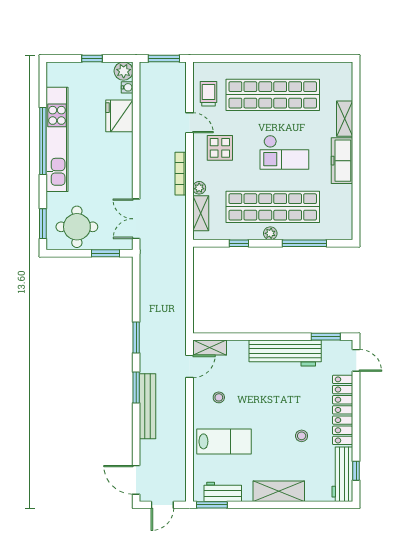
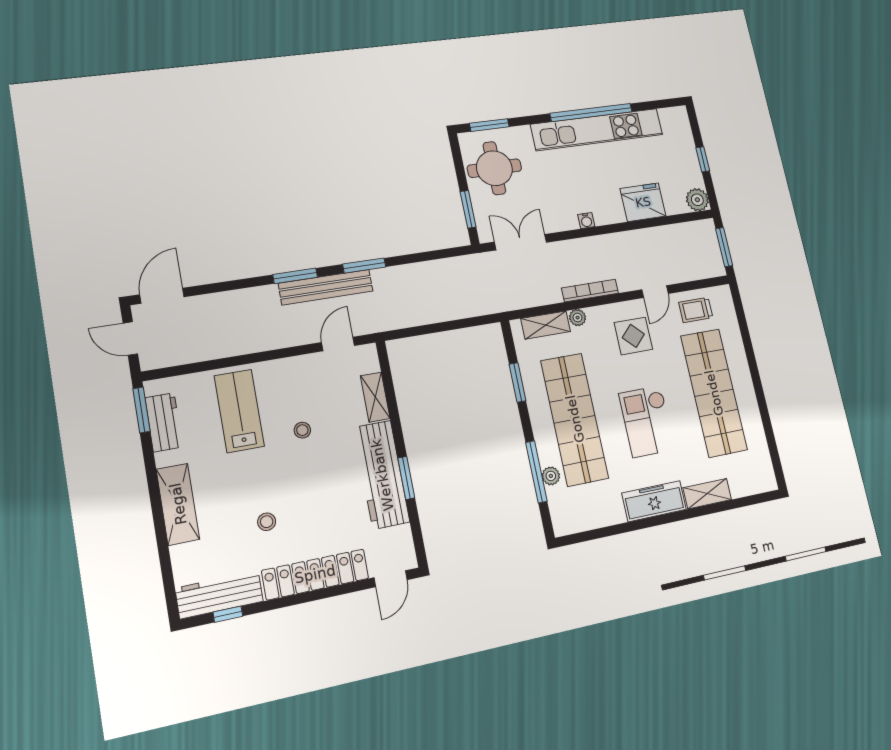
water cooler: (127, 87) -> (586, 221), moved
trolley: (208, 94) -> (696, 310), turned 180
plant: (270, 233) -> (551, 476), moved
window: (239, 243) -> (518, 382), width x1.50
window: (326, 337) -> (406, 478), moved
shelving: (210, 347) -> (375, 397), moved
door: (189, 366) -> (338, 344), swing flipped
stool: (219, 397) -> (302, 430), moved
bench: (148, 406) -> (326, 287), moved
lab bench: (224, 441) -> (239, 411), turned 180

